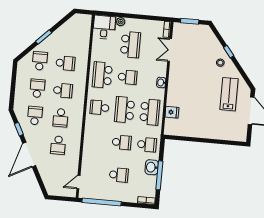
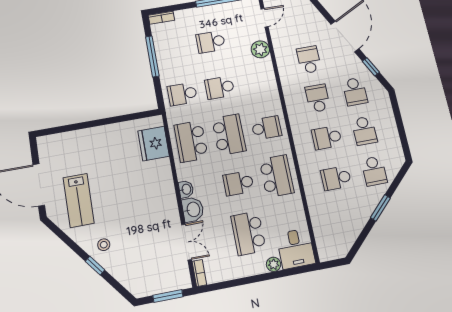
fridge: (172, 112) -> (154, 144), width x1.88, depth x1.34
plant: (88, 161) -> (260, 49), added
washbasin: (152, 167) -> (193, 209), moved

